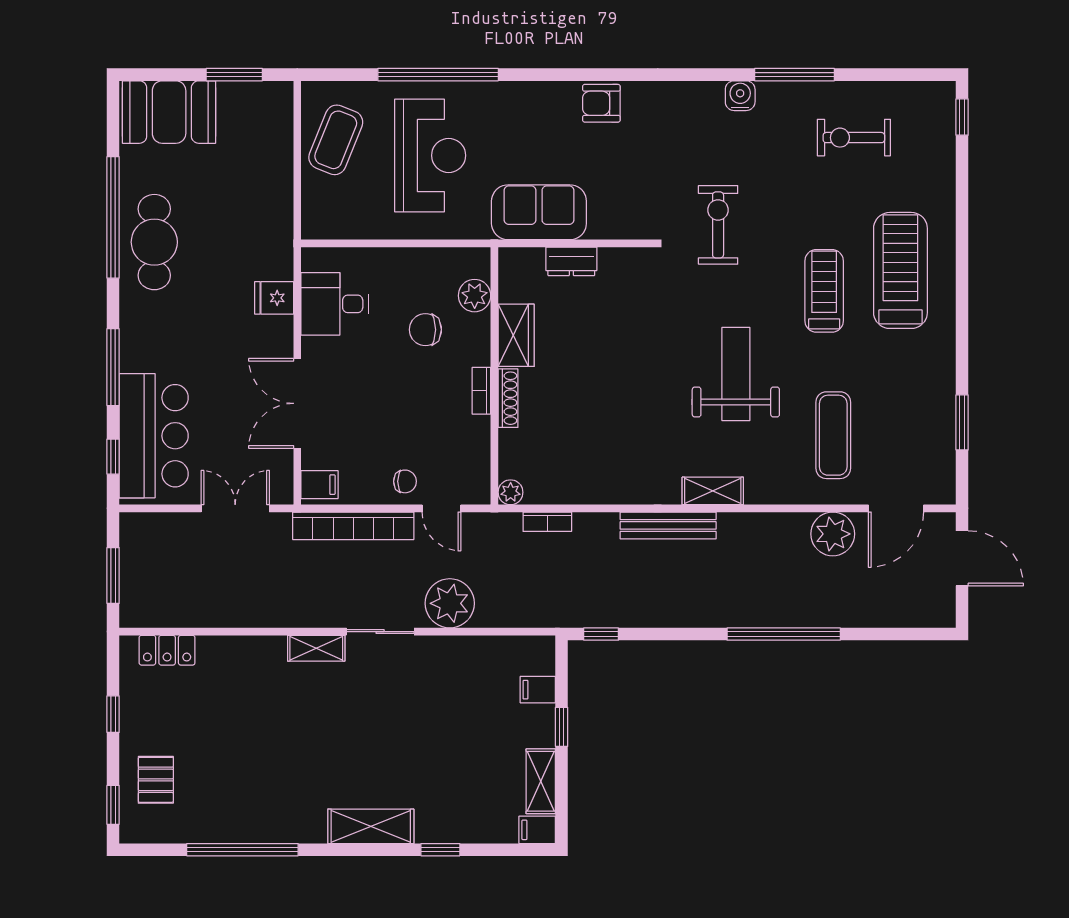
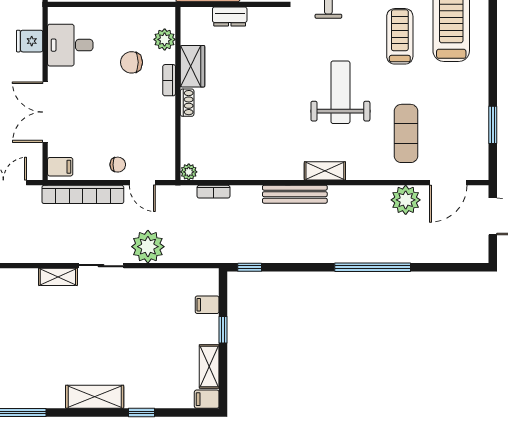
bookcase: (481, 391) -> (169, 80), moved
shoe rack: (508, 398) -> (187, 103), width x0.70

